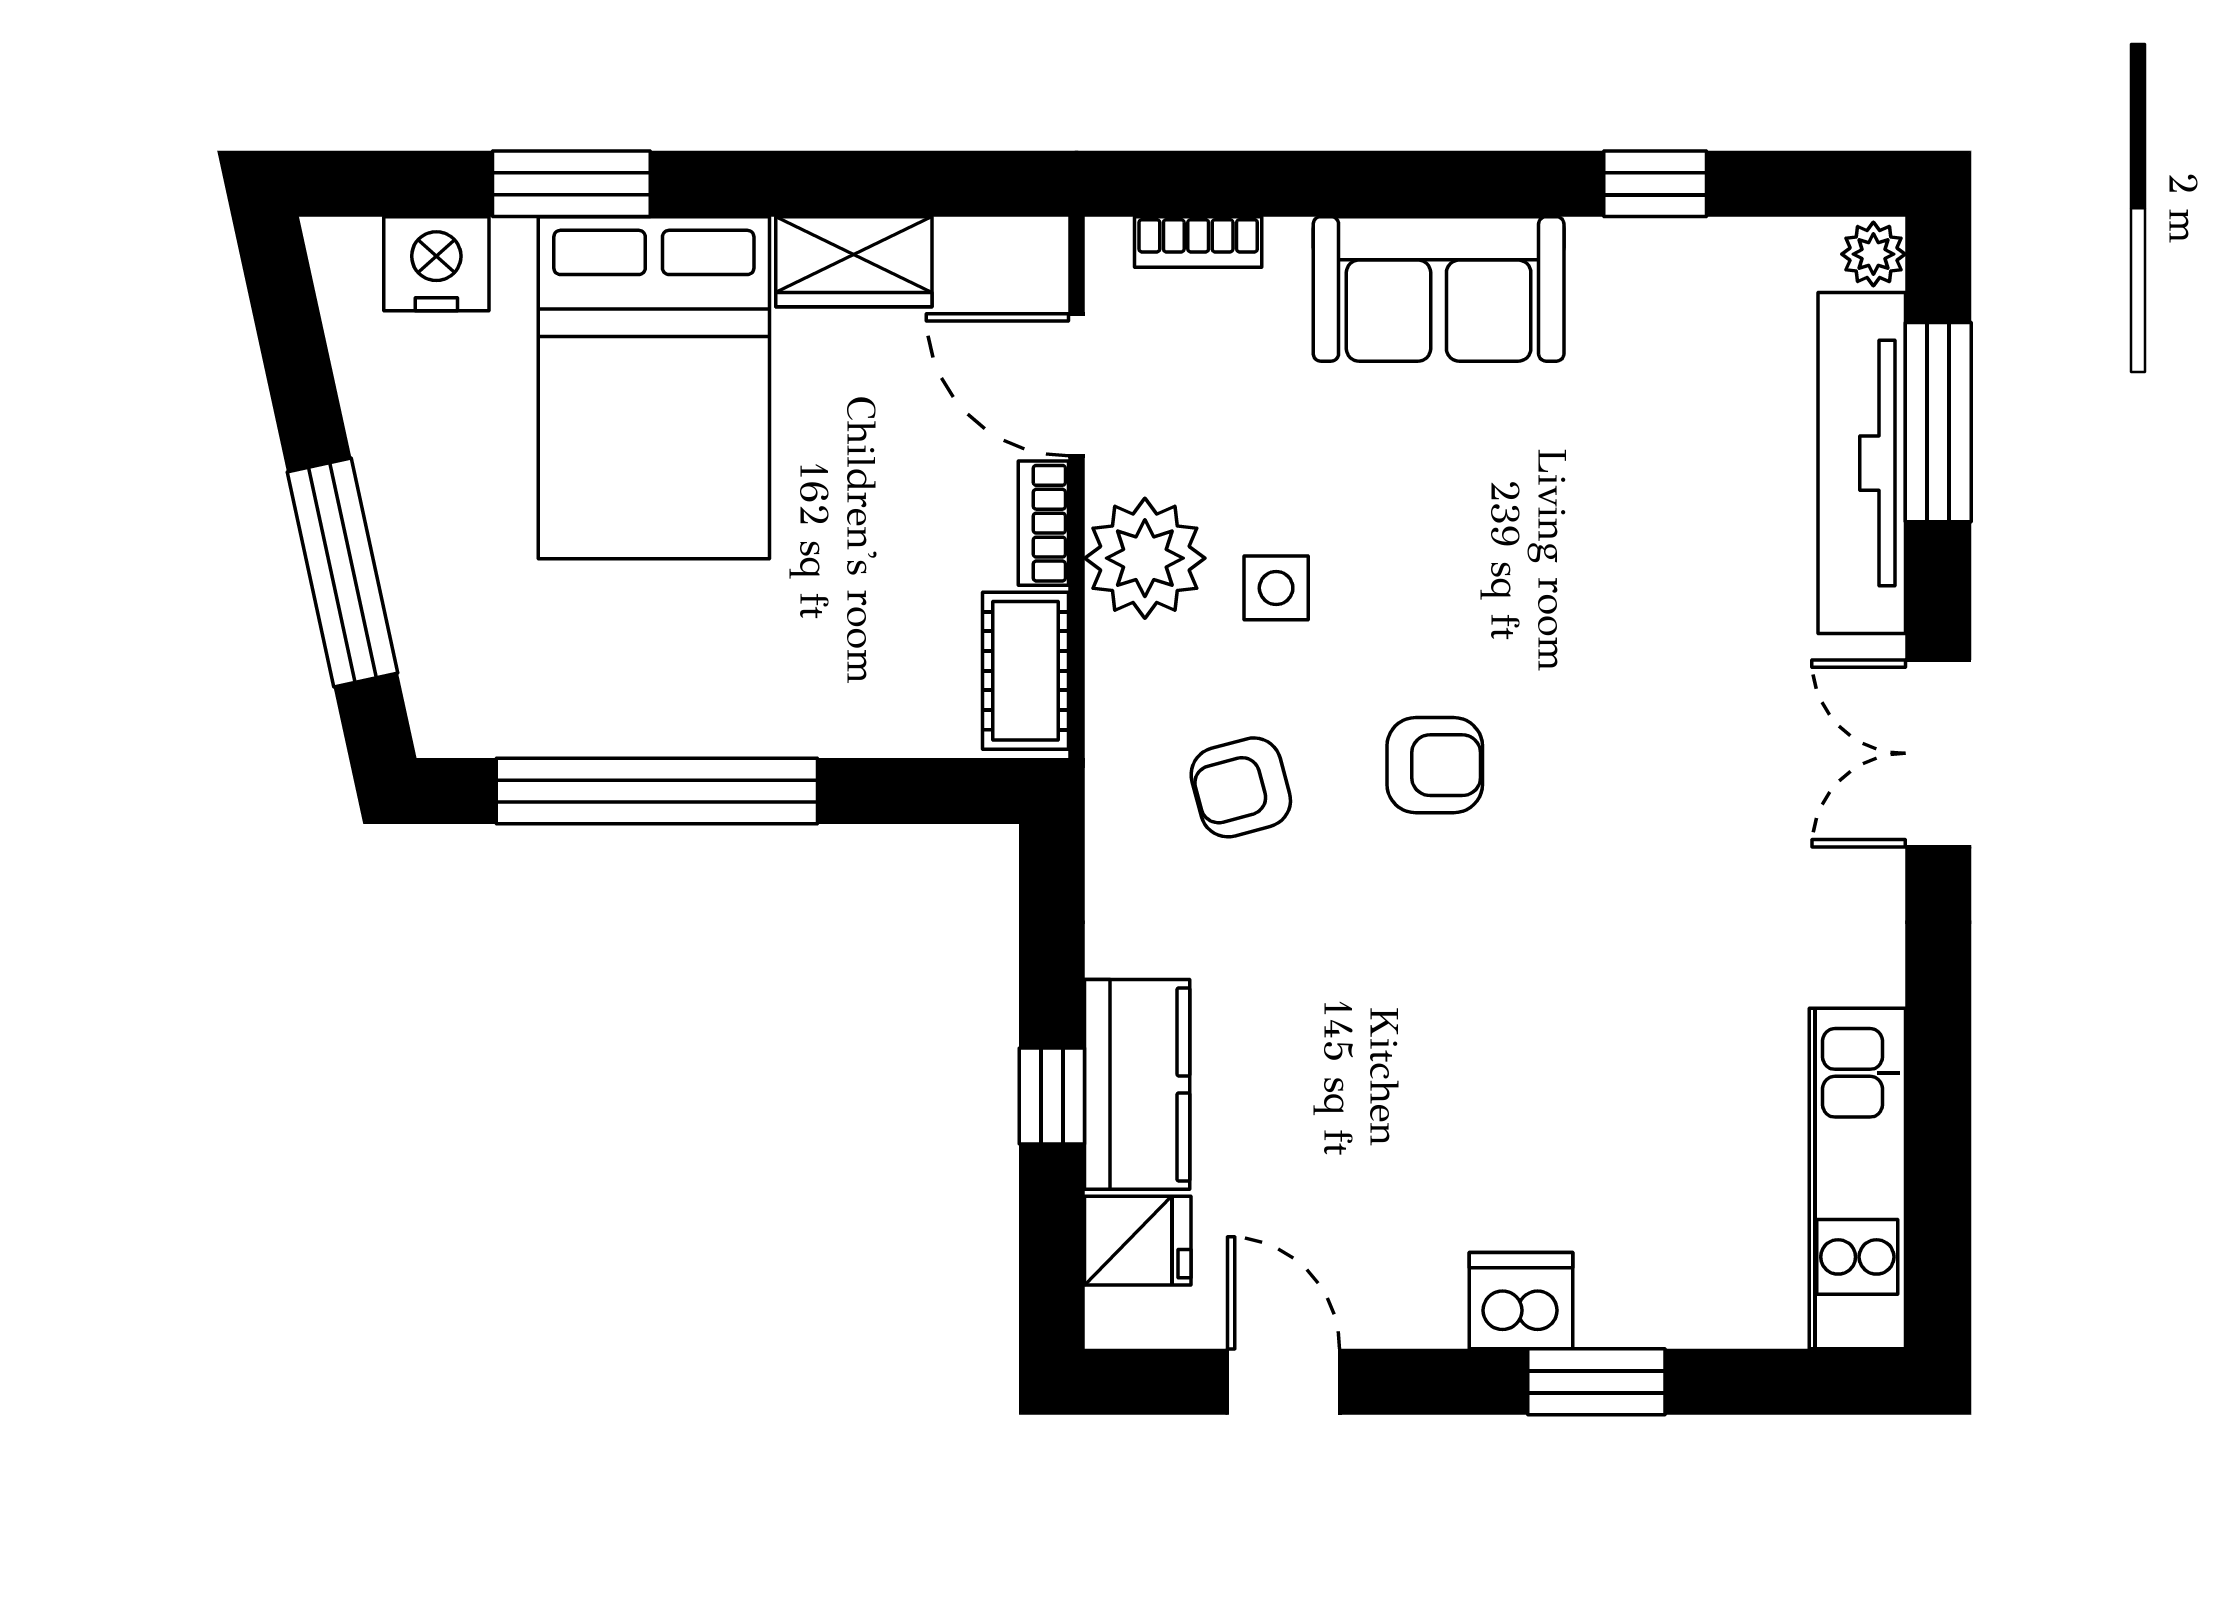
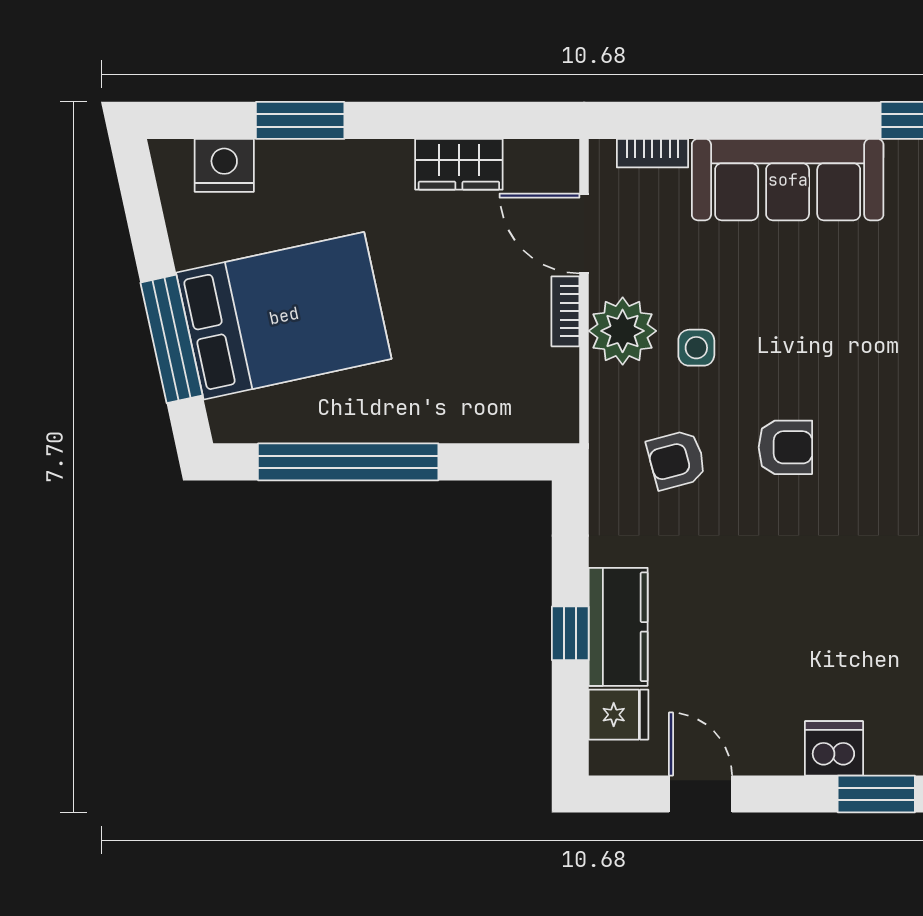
sofa: (1439, 289) -> (788, 180), width x1.36
bed: (654, 388) -> (284, 316), moved, turned -102
cot: (1026, 671) -> (555, 394), removed

